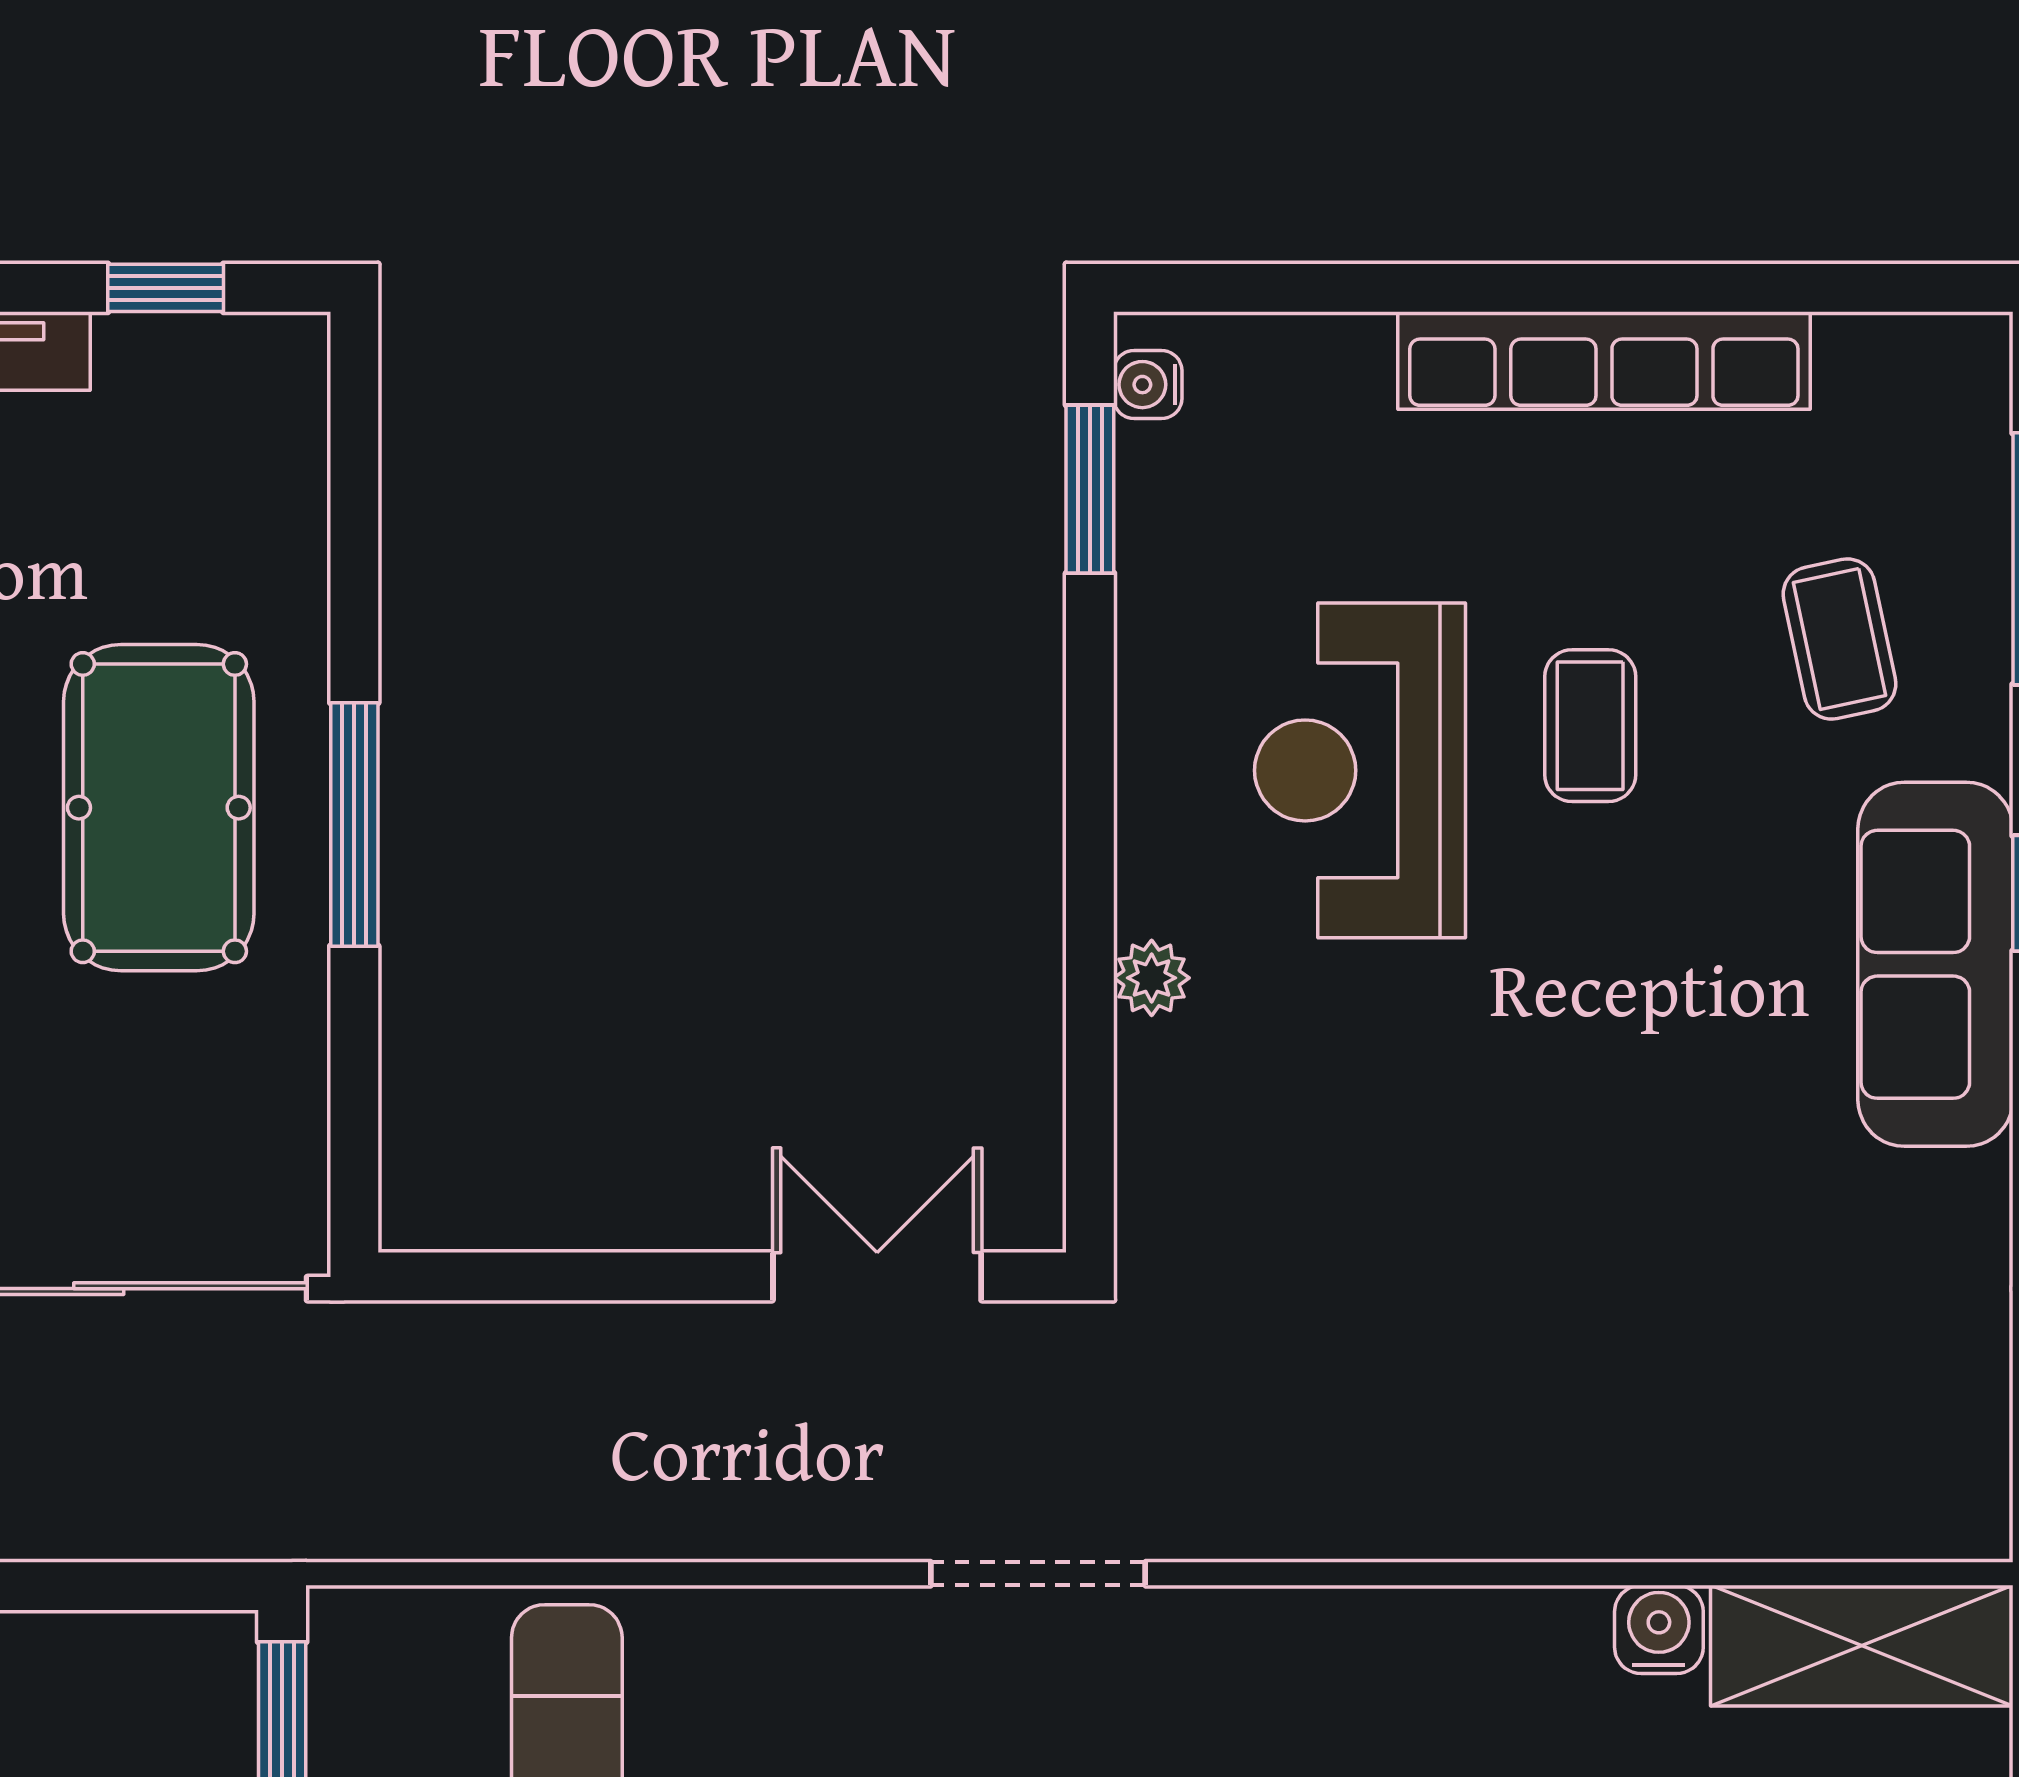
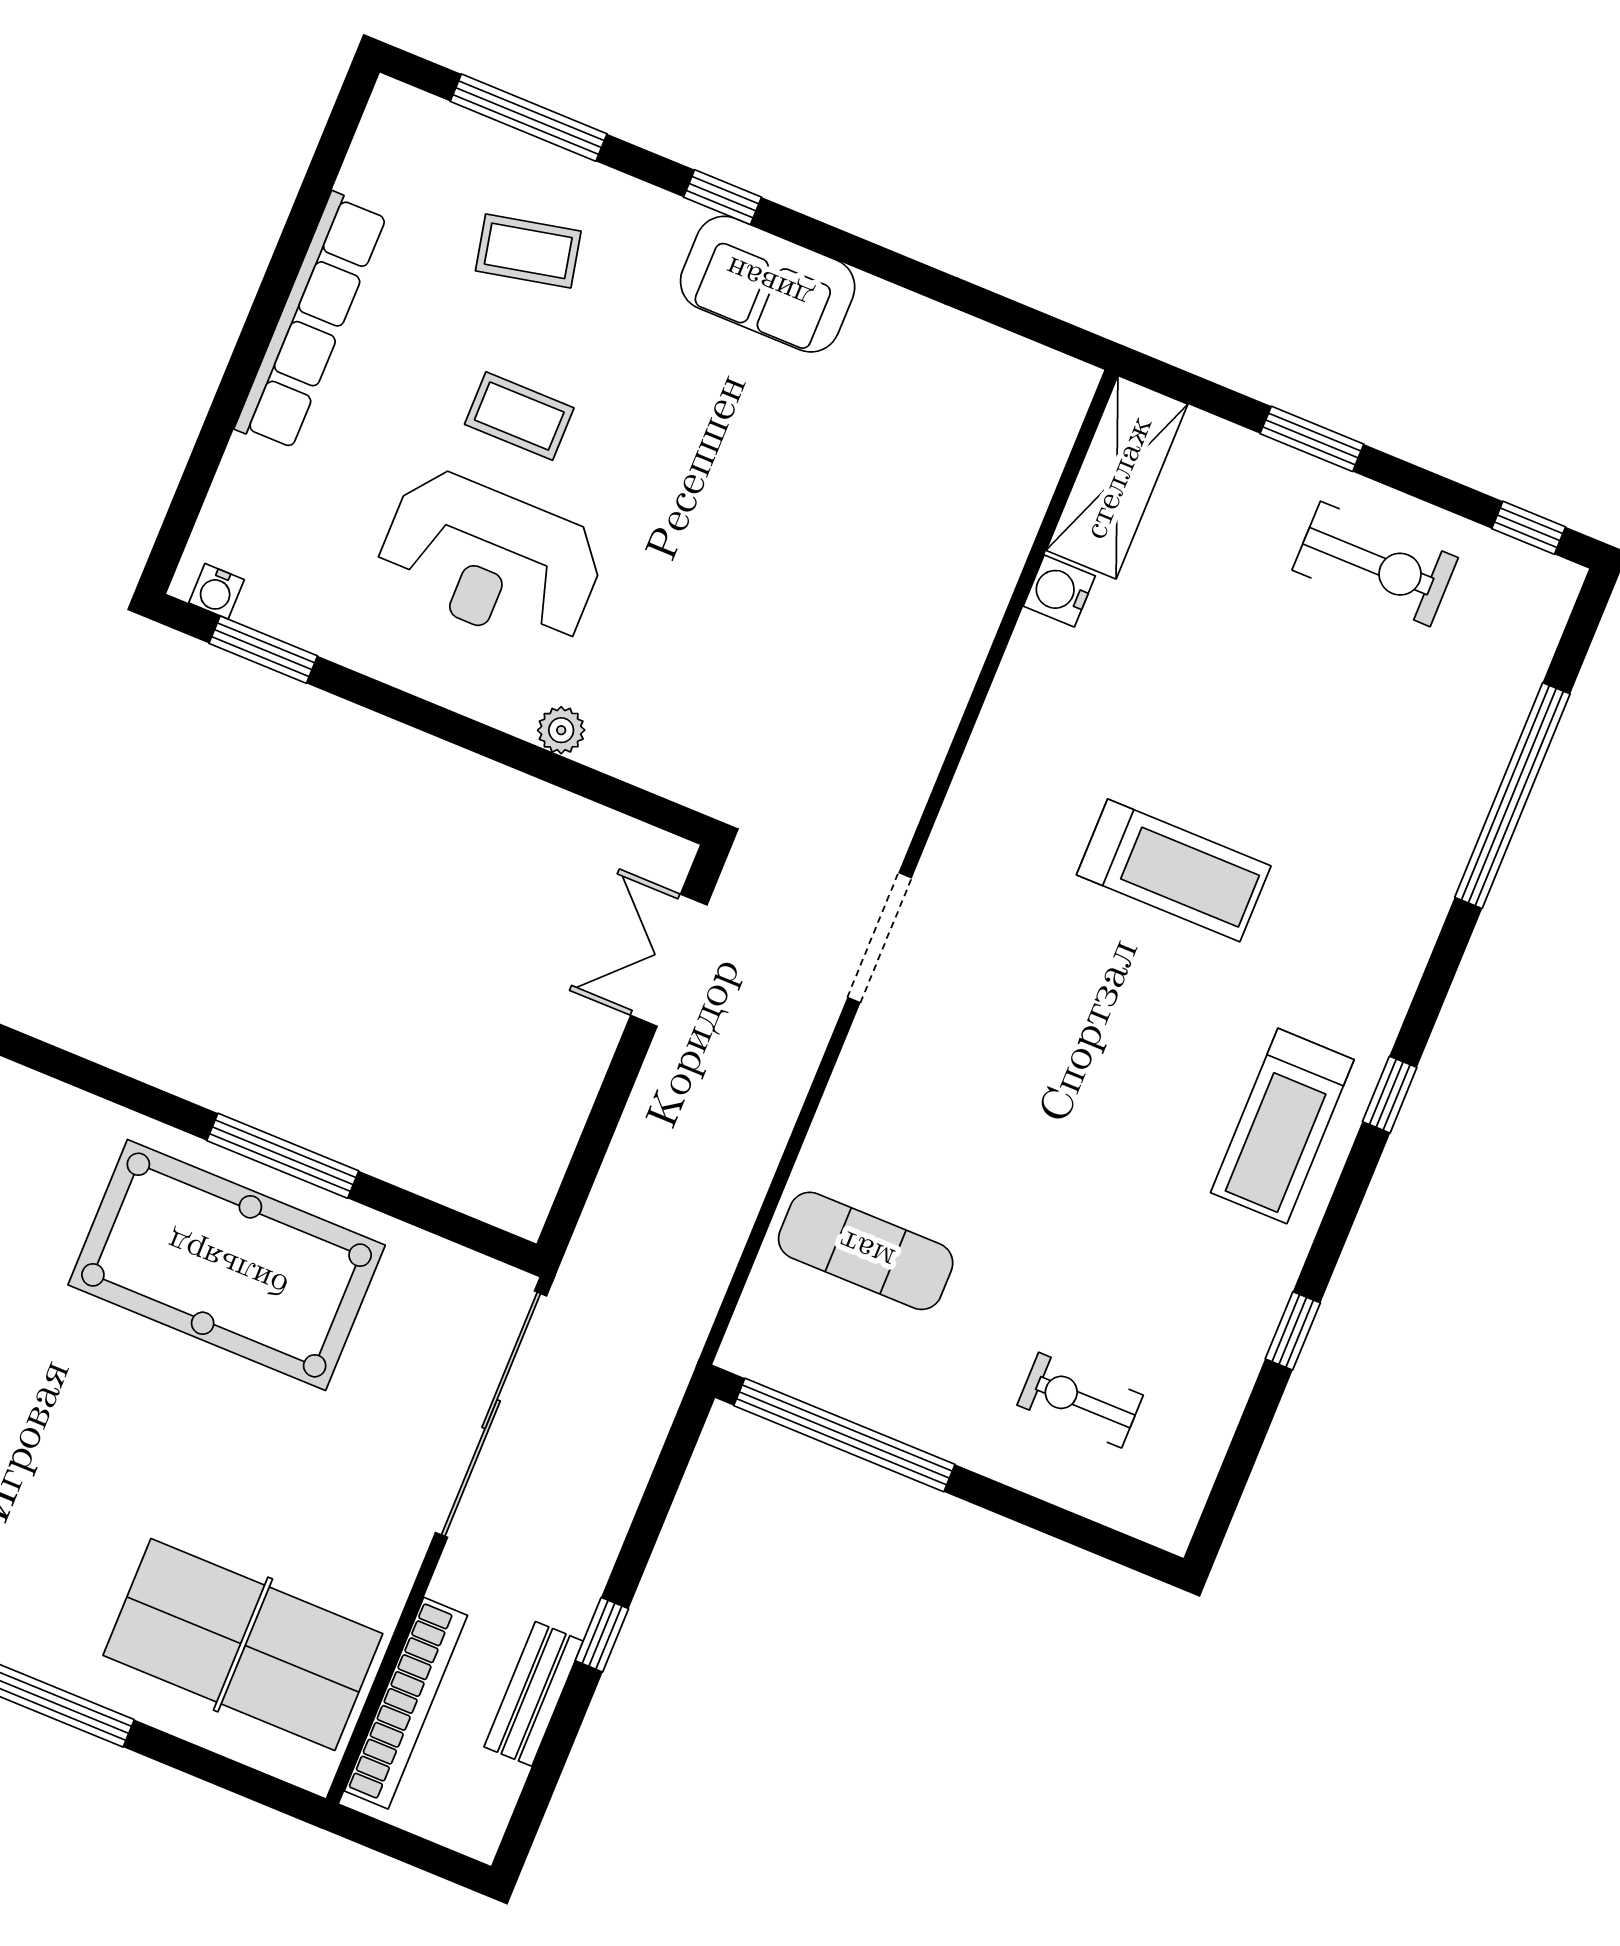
pool table: (159, 808) -> (227, 1265), width x1.36, depth x1.32
sofa: (1935, 964) -> (768, 284), width x0.73

